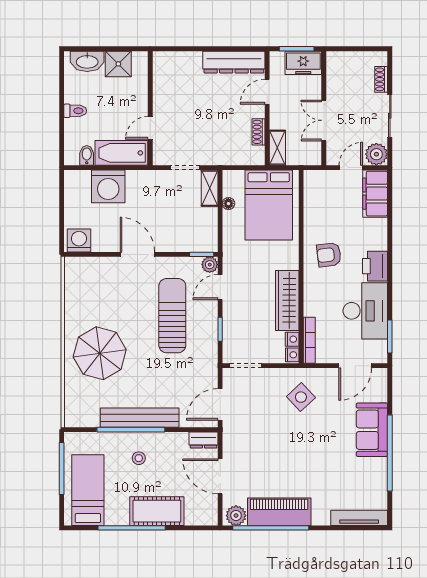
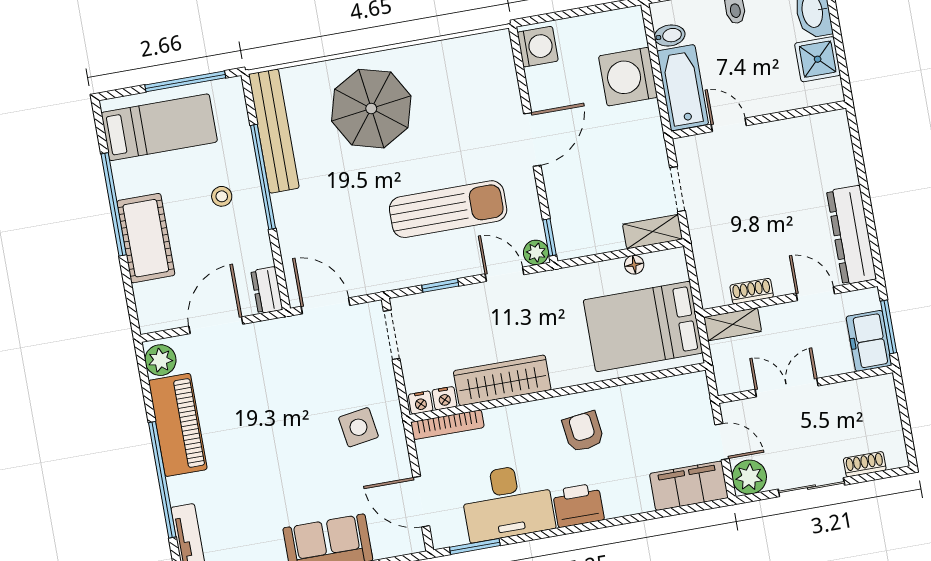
side table: (301, 397) -> (358, 427), turned 34
bench: (140, 418) -> (274, 131), moved
window: (271, 528) -> (162, 480), moved

